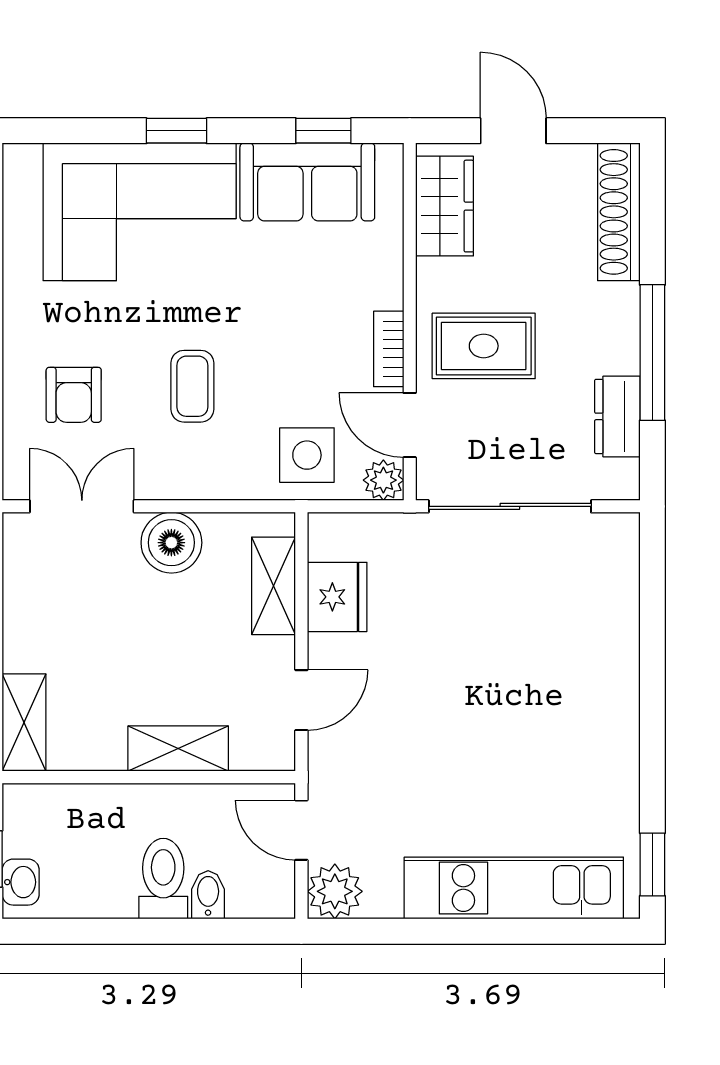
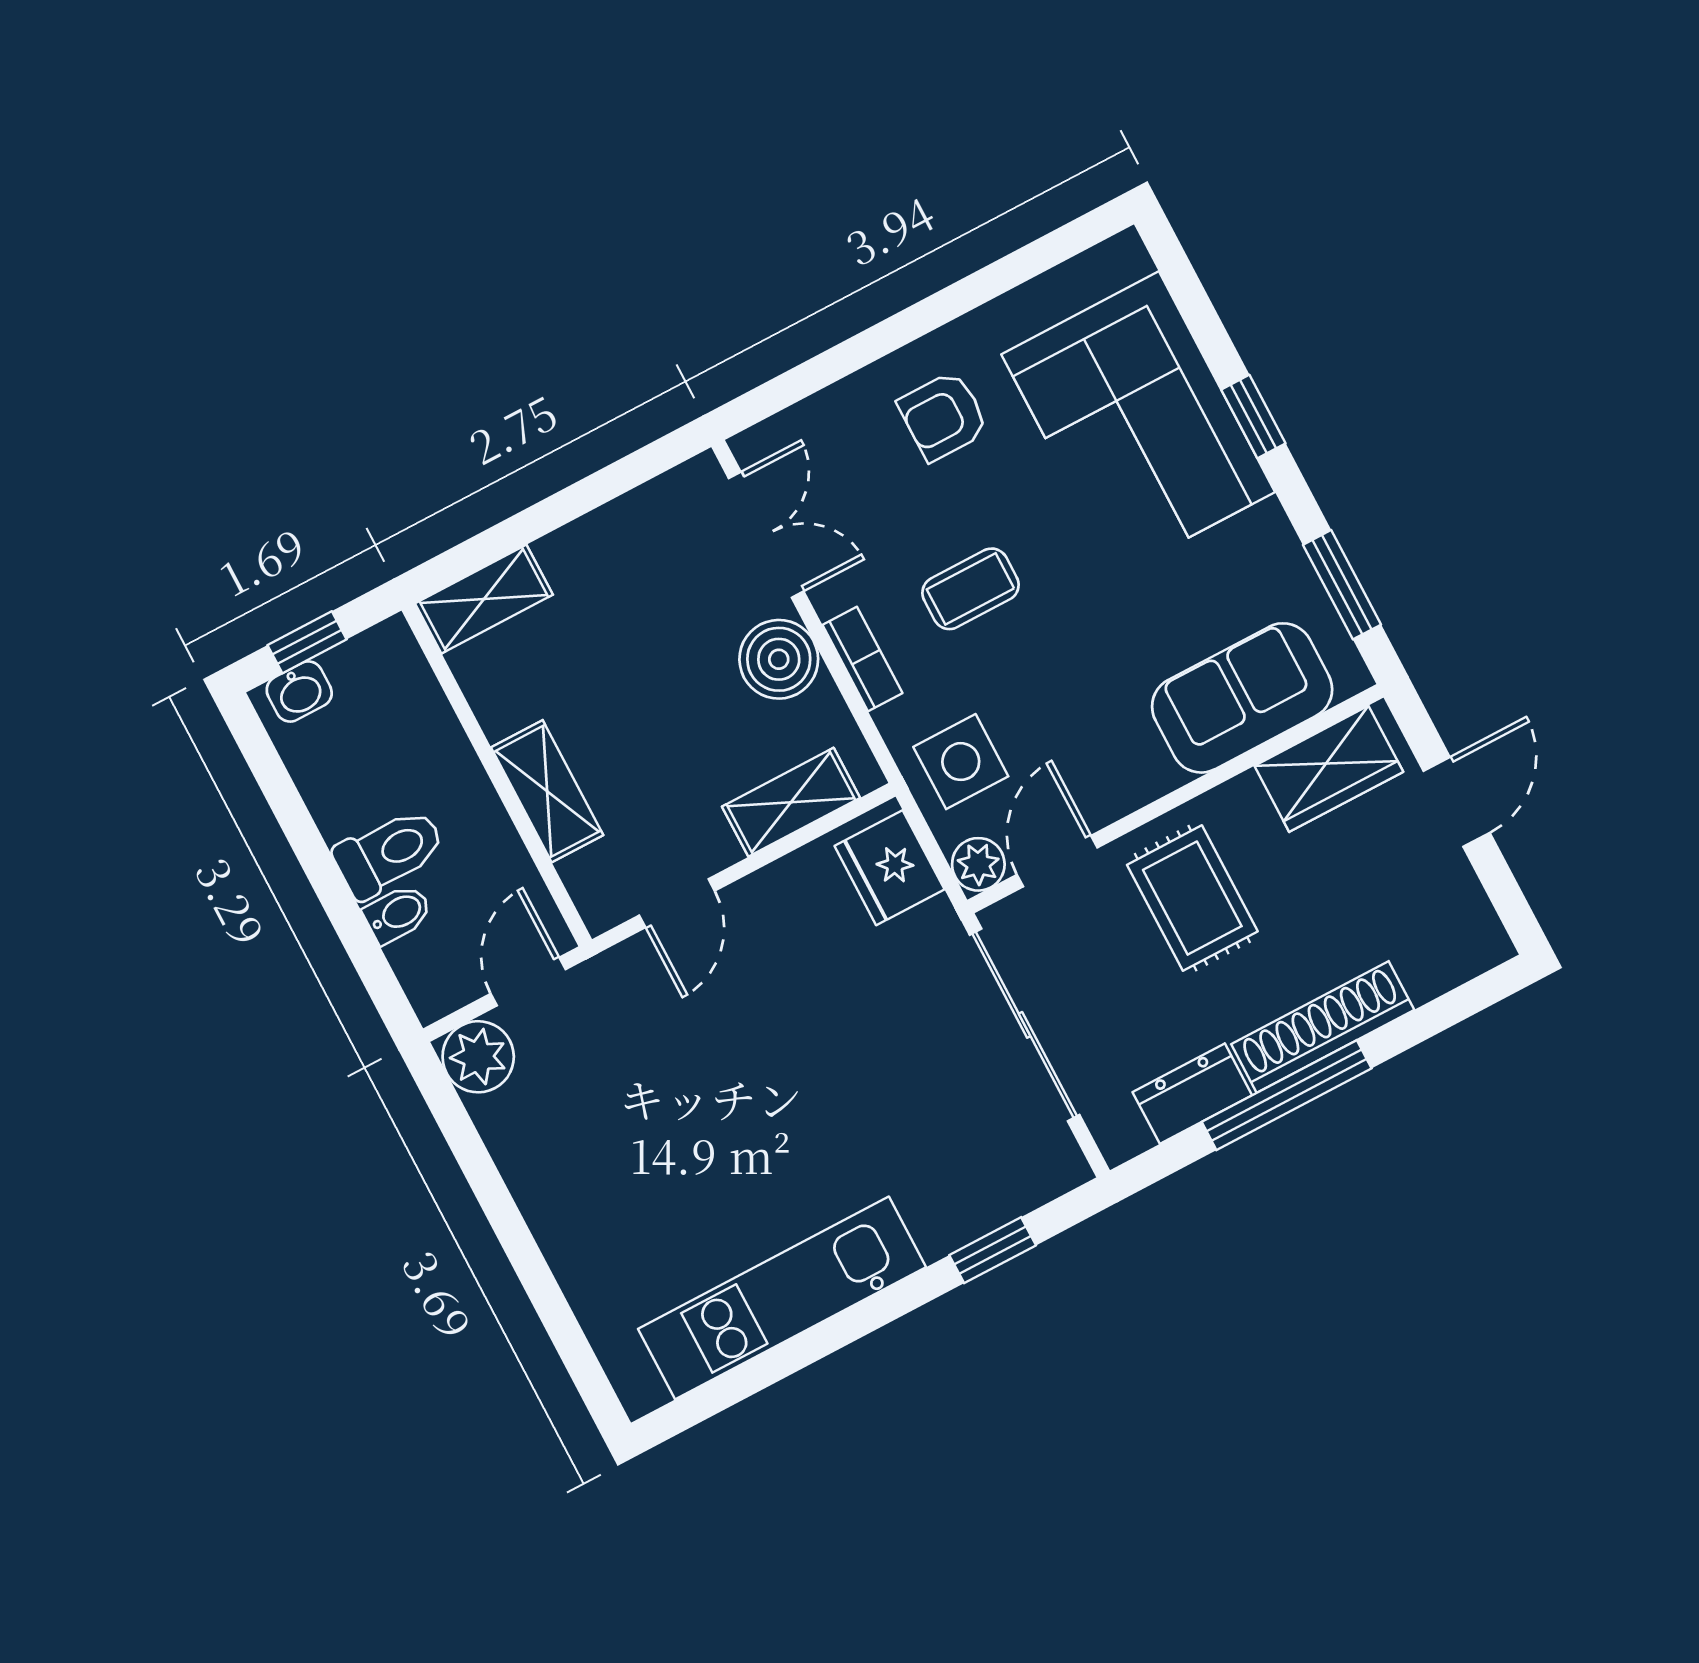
window: (323, 131) -> (1342, 585), width x1.50
sofa: (307, 182) -> (1242, 698), moved, turned 90
shoe rack: (619, 212) -> (1323, 1027), moved
bookcase: (389, 349) -> (862, 659), moved, turned 90
armchair: (74, 395) -> (943, 416), moved
fridge: (337, 597) -> (889, 868), moved, turned 90
door: (301, 700) -> (677, 903), hinge flipped
window: (652, 865) -> (993, 1250), moved
kitchen unit: (514, 888) -> (782, 1298), moved, turned -90

